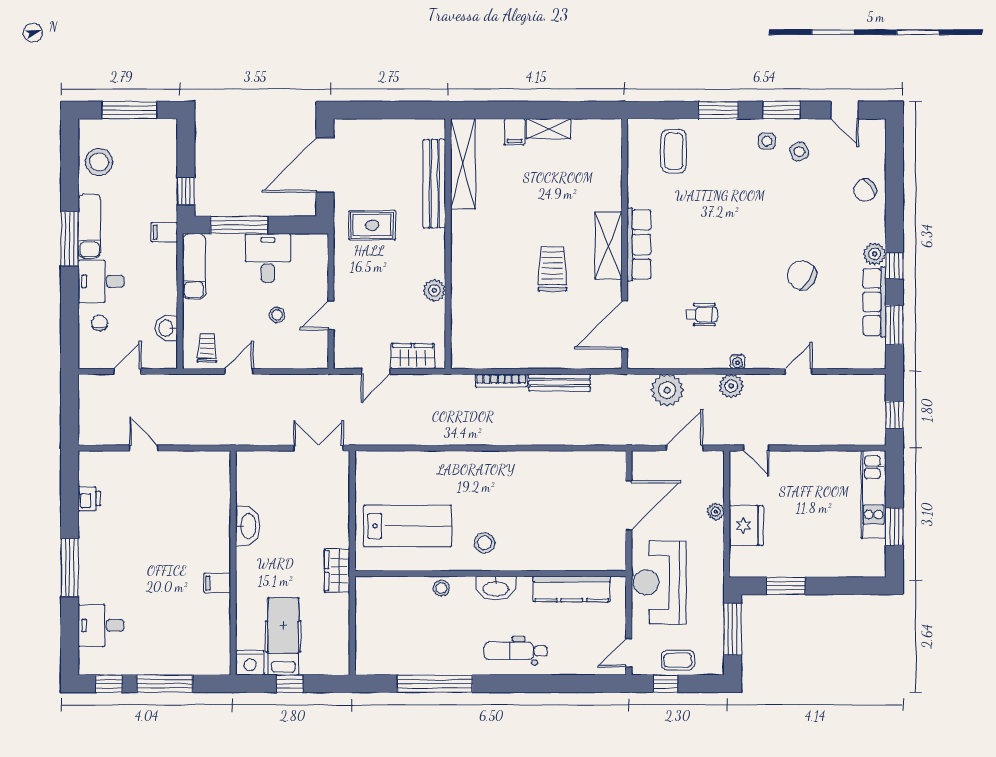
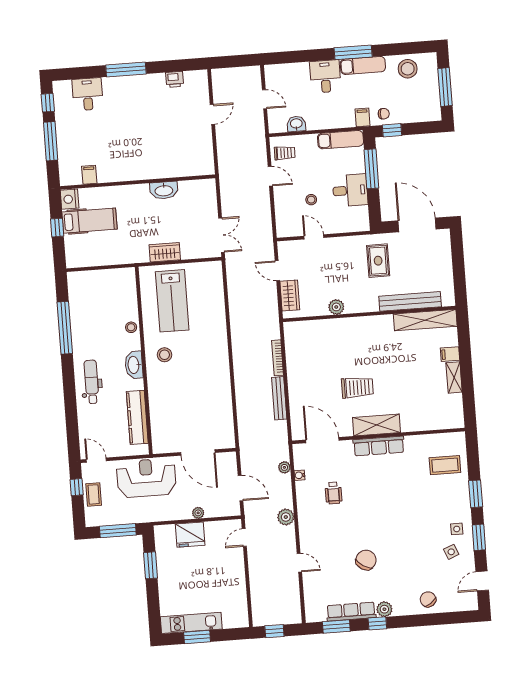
chair: (100, 323) -> (384, 114), moved
water cooler: (738, 362) -> (300, 475), moved
plant: (667, 390) -> (284, 467), width x0.53, depth x0.53
kitchen unit: (873, 494) -> (191, 623), moved
wardrobe: (337, 571) -> (165, 252), moved
filing cabinet: (217, 583) -> (89, 175), moved

